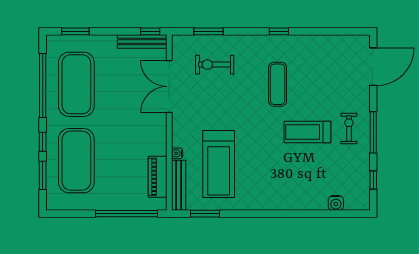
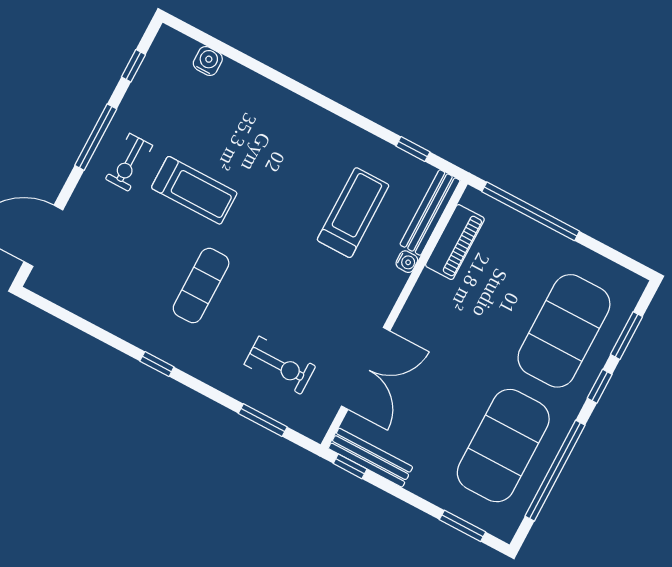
treadmill: (219, 164) -> (353, 213), width x0.73, depth x0.73
window: (205, 214) -> (413, 149), width x0.67

